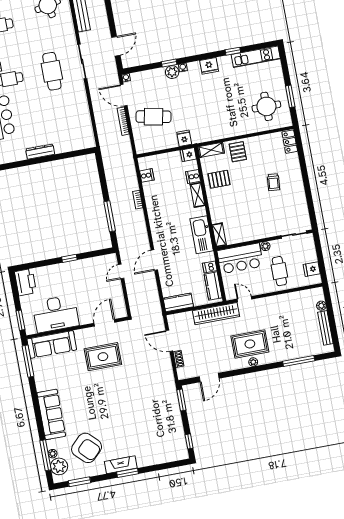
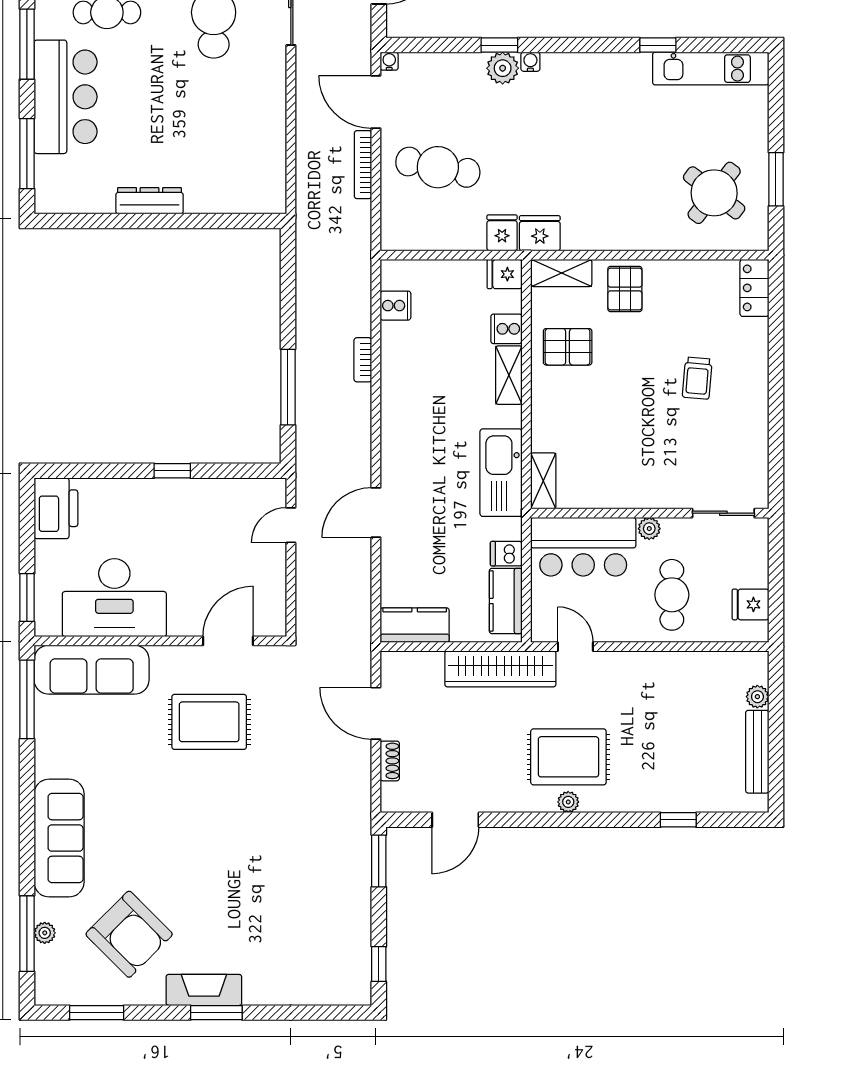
fridge: (209, 66) -> (540, 233), moved, turned 180
round table: (266, 106) -> (714, 193), turned 38
window: (299, 361) -> (678, 820), width x0.46
plant: (59, 466) -> (55, 967), removed

